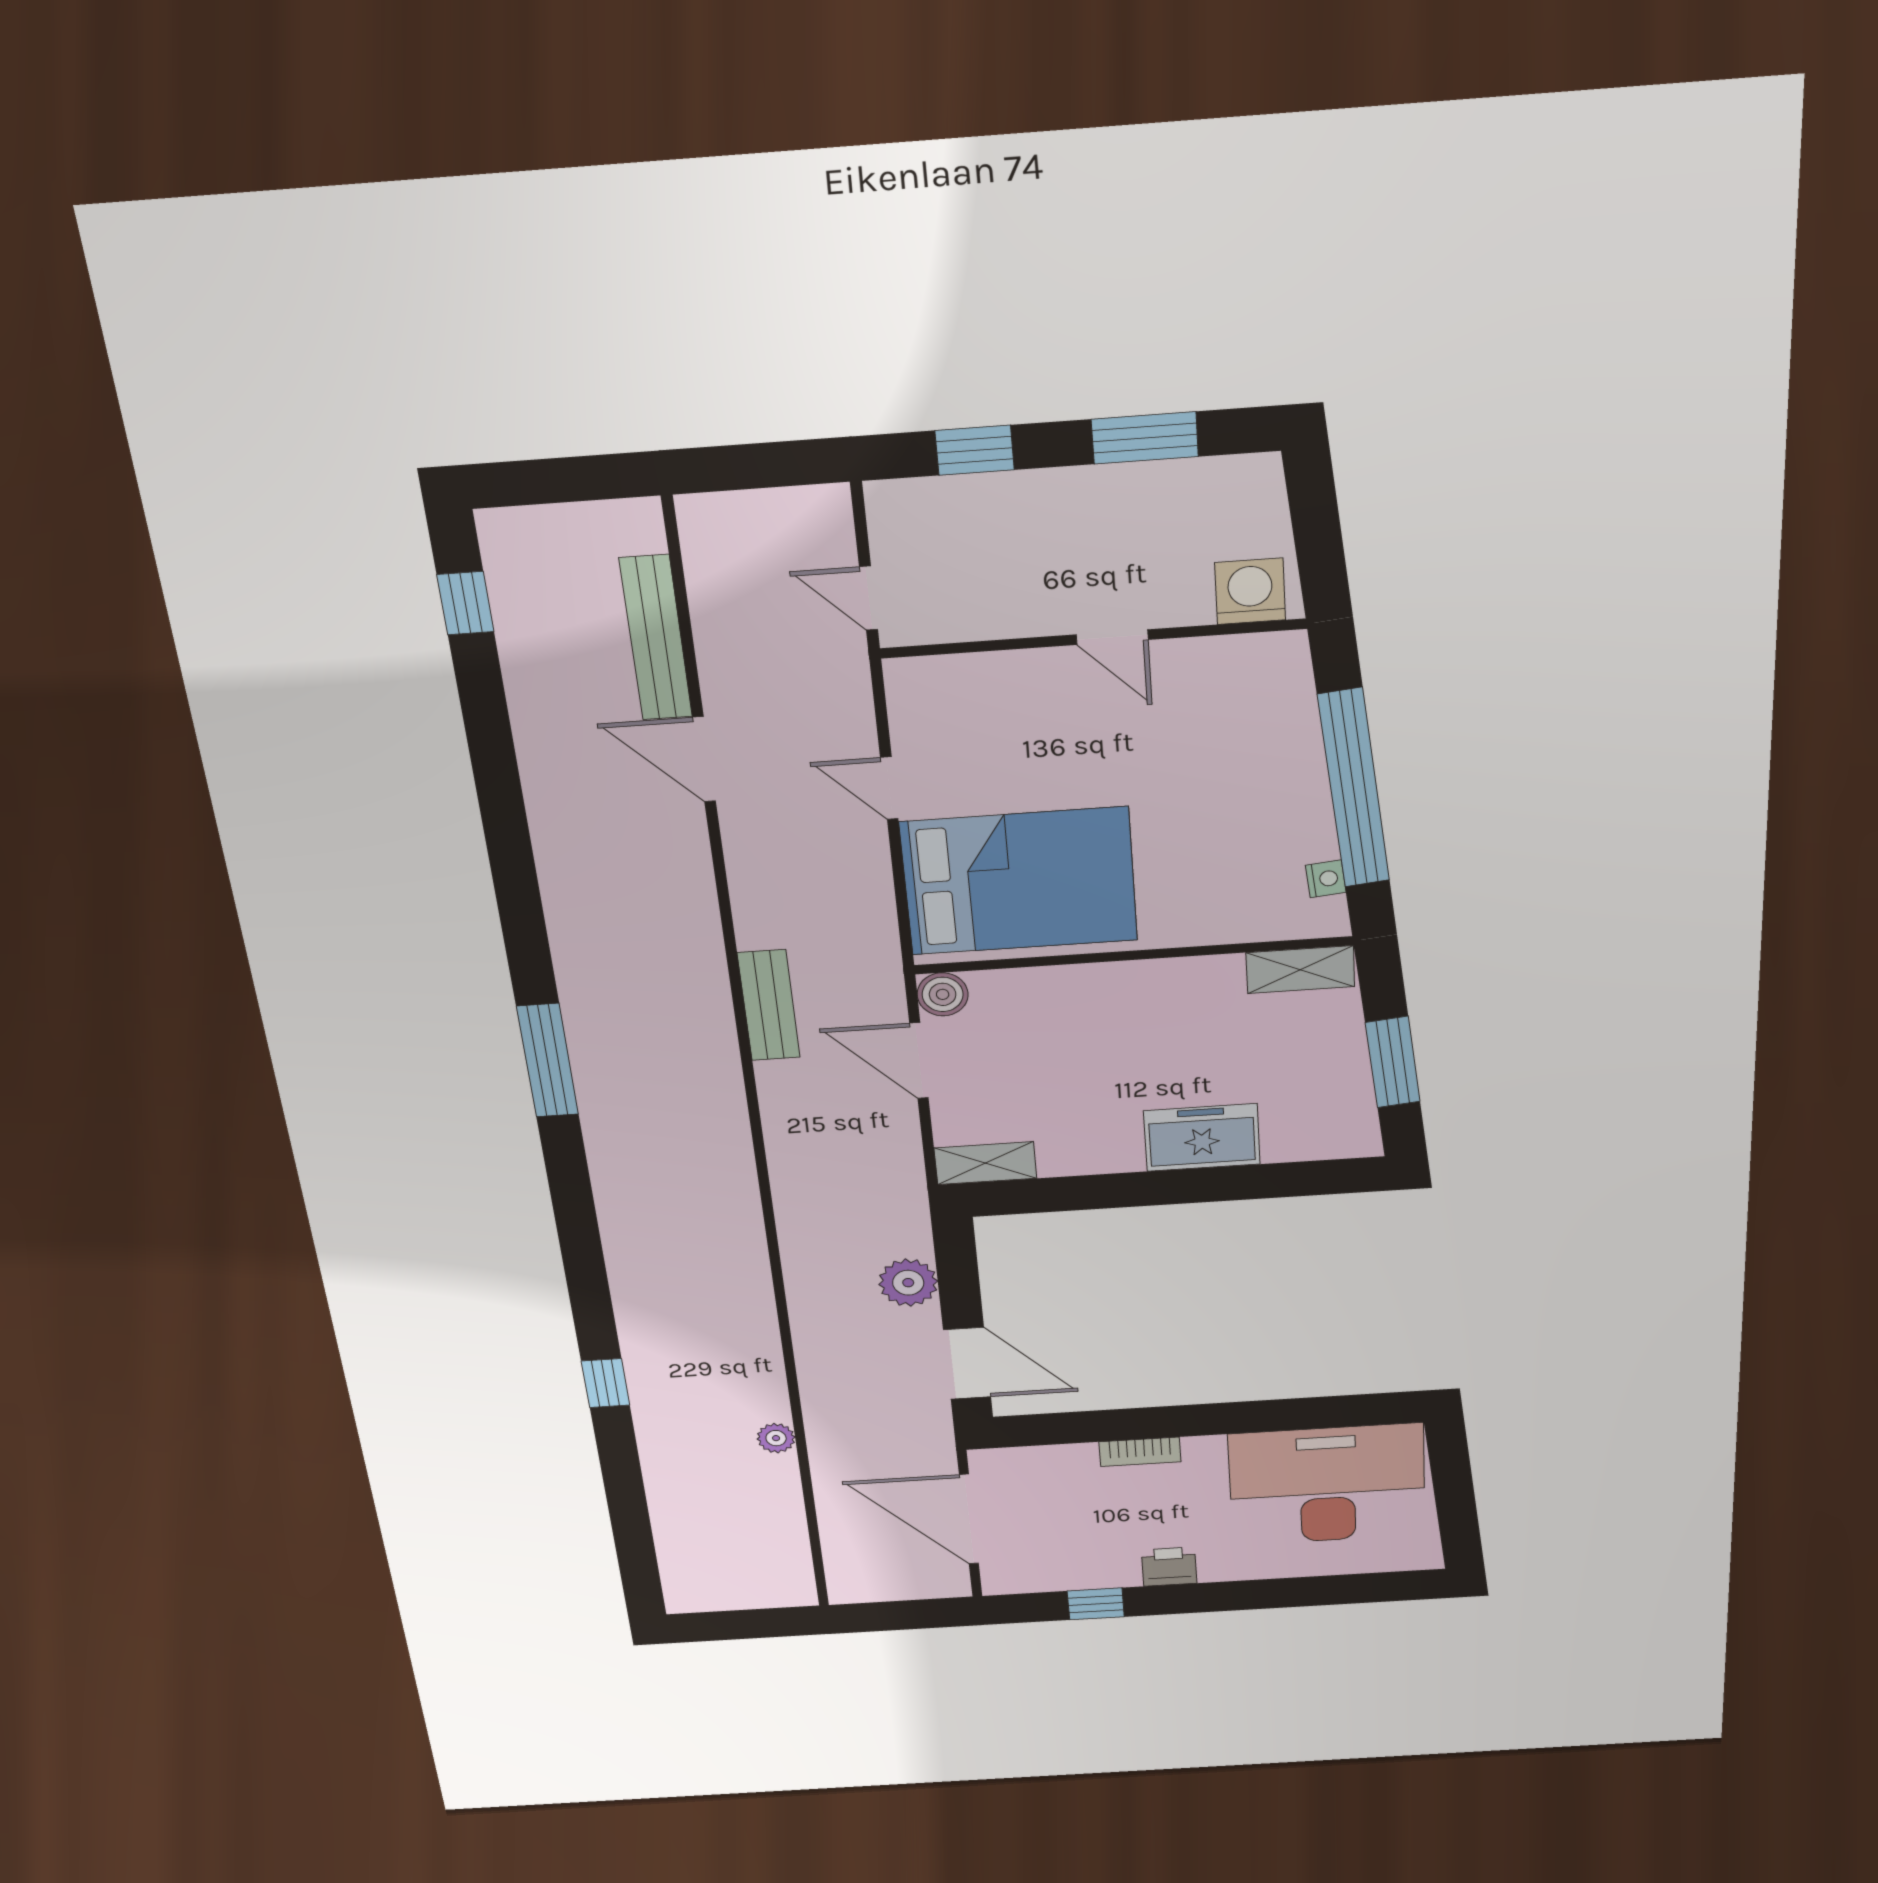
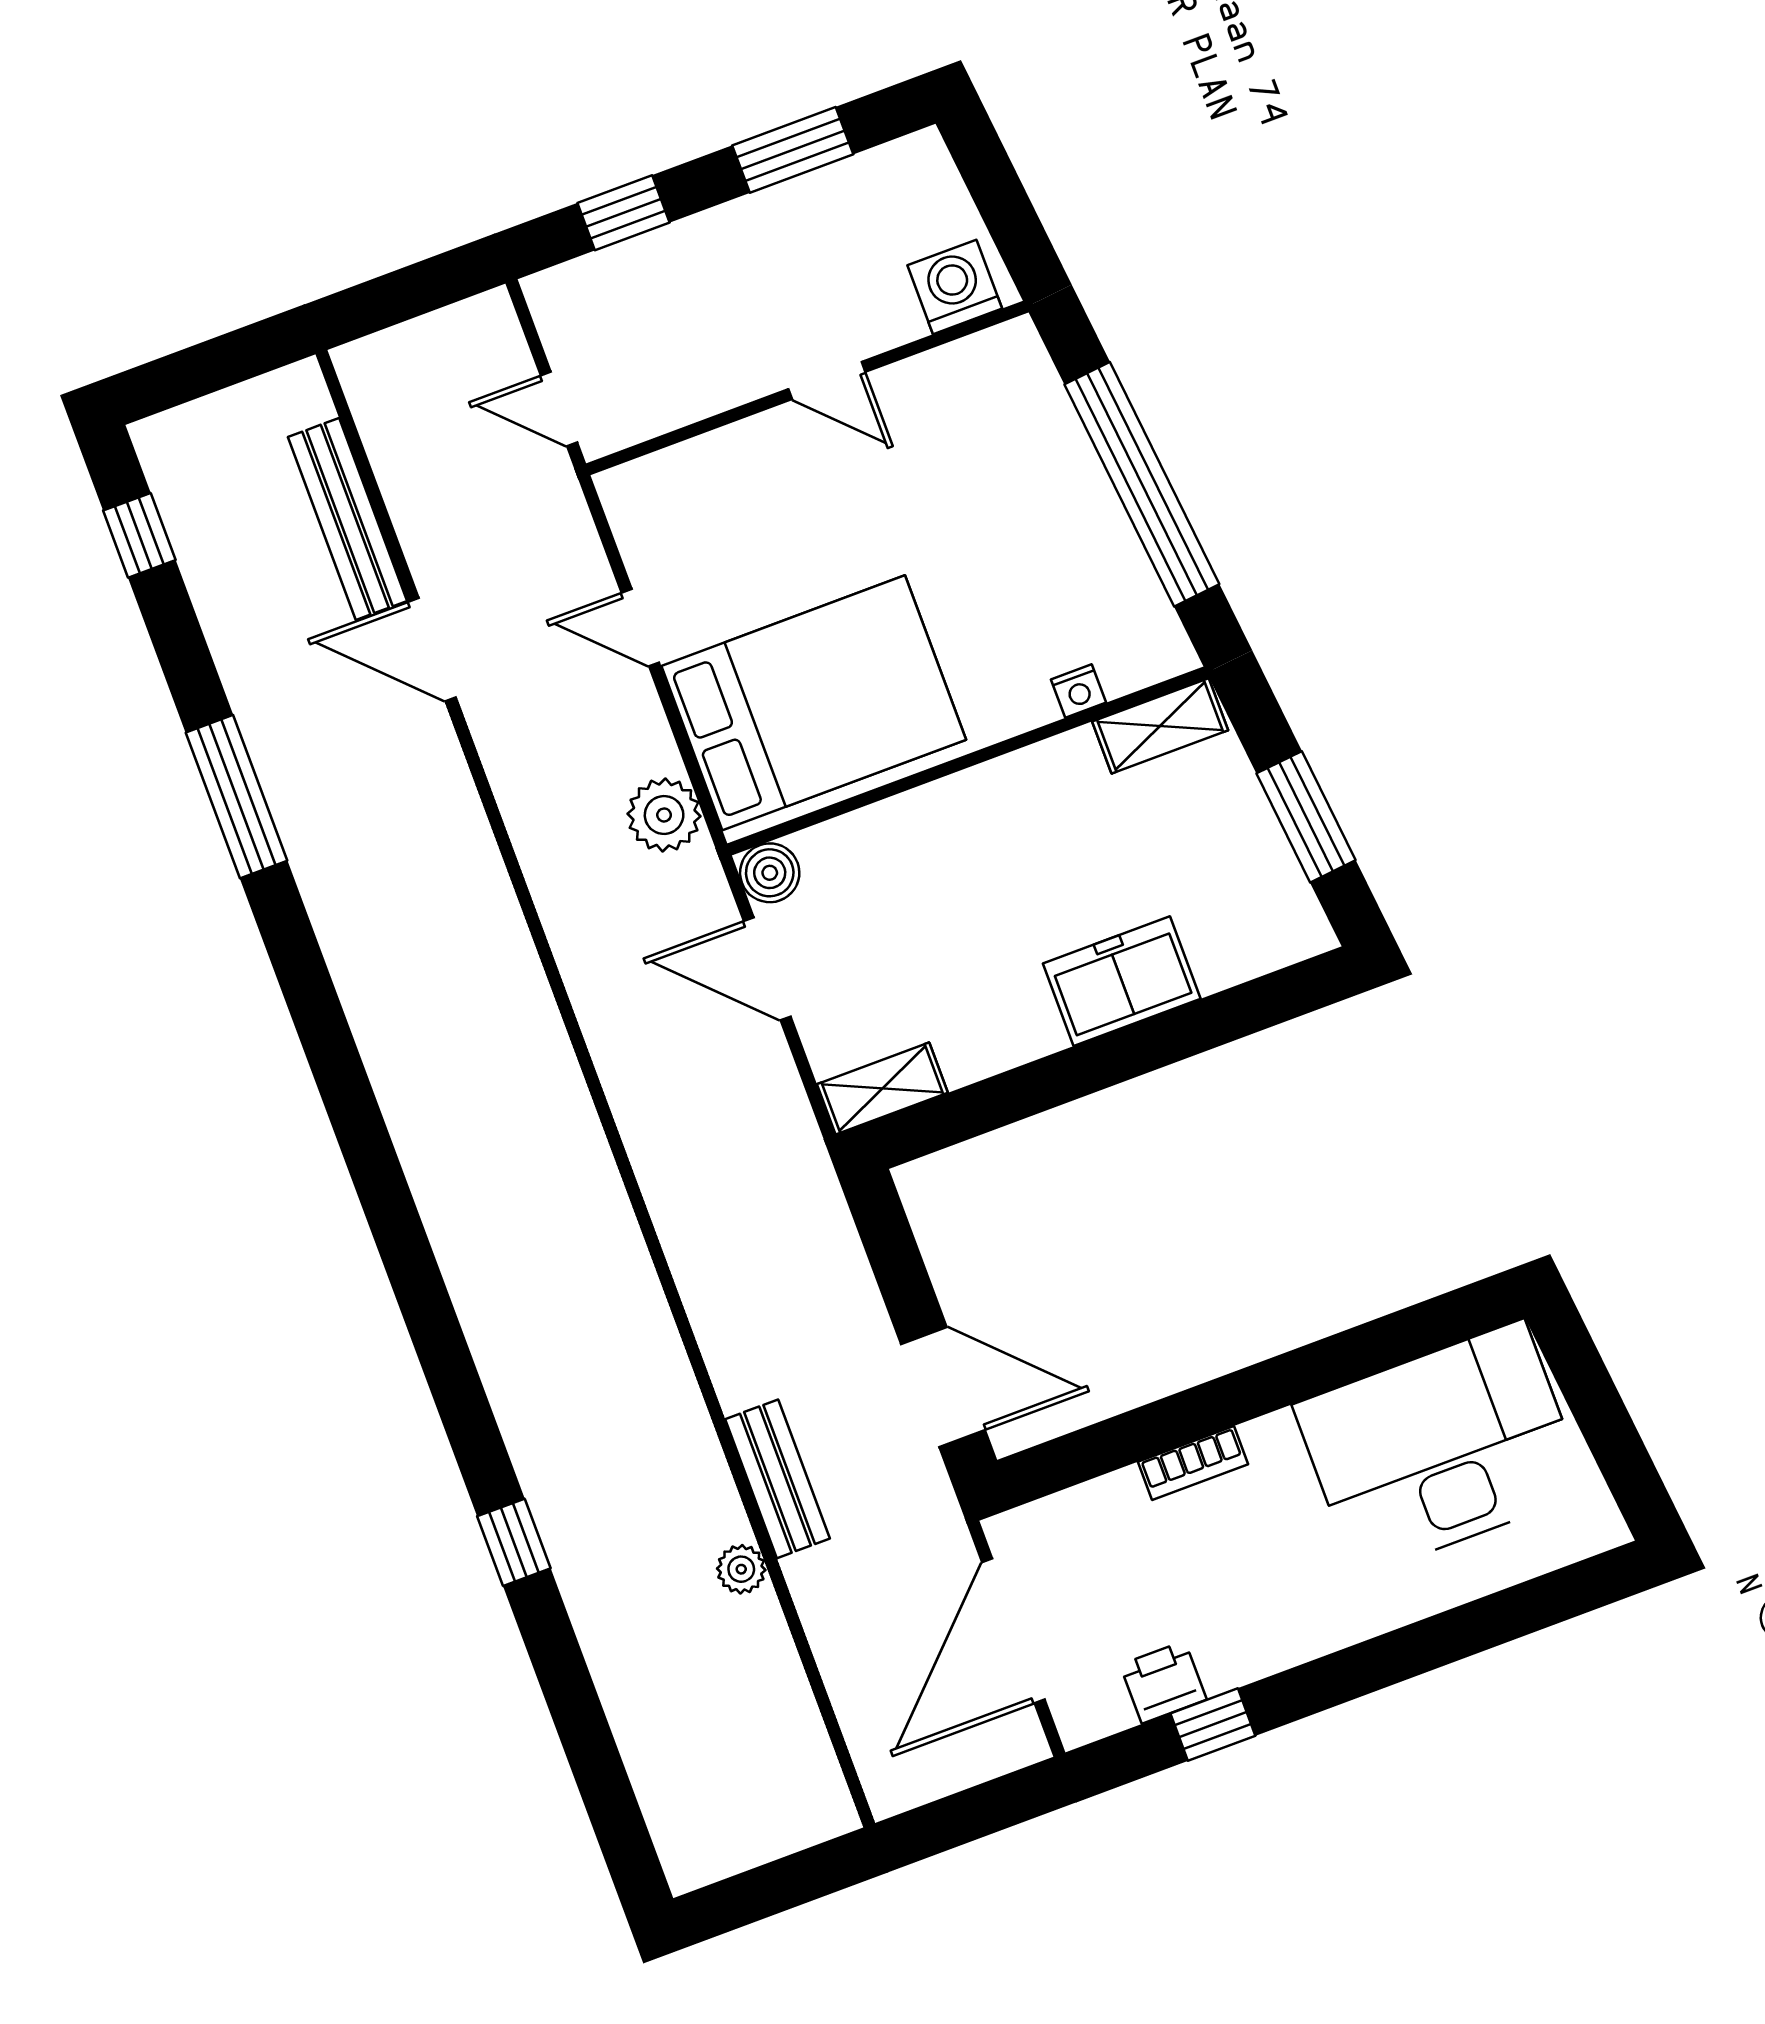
nightstand: (1326, 879) -> (1078, 691), moved, turned 96
bench: (769, 1005) -> (777, 1479), moved
window: (548, 1061) -> (237, 797), moved
plant: (908, 1283) -> (664, 815), moved
door: (969, 1519) -> (1013, 1631), hinge flipped
printer: (1169, 1567) -> (1163, 1682), moved

